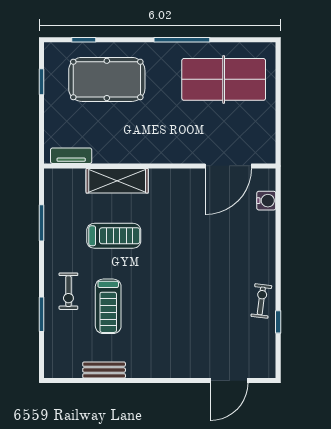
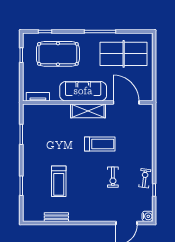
sofa: (152, 146) -> (83, 91), added
door: (228, 166) -> (126, 102), swing flipped
shelving: (117, 181) -> (88, 111), moved
water cooler: (266, 201) -> (147, 216), moved
treadmill: (114, 236) -> (100, 144), moved
exercise bike: (68, 291) -> (113, 177), moved

